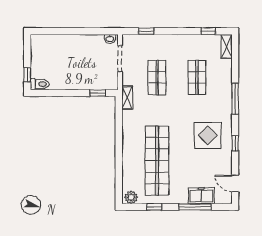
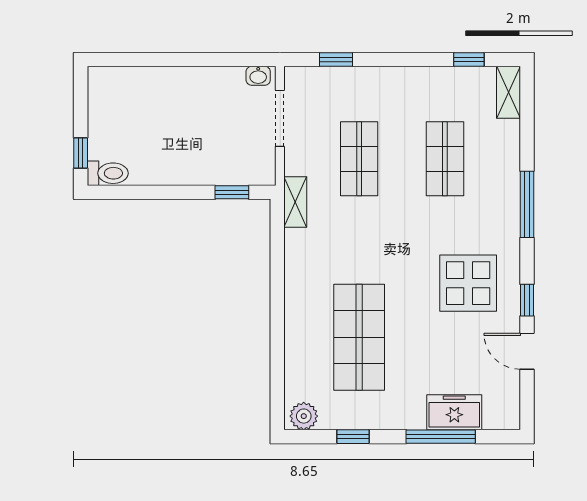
shop shelf: (157, 161) -> (359, 337), width x0.71
door: (235, 183) -> (527, 351), moved

